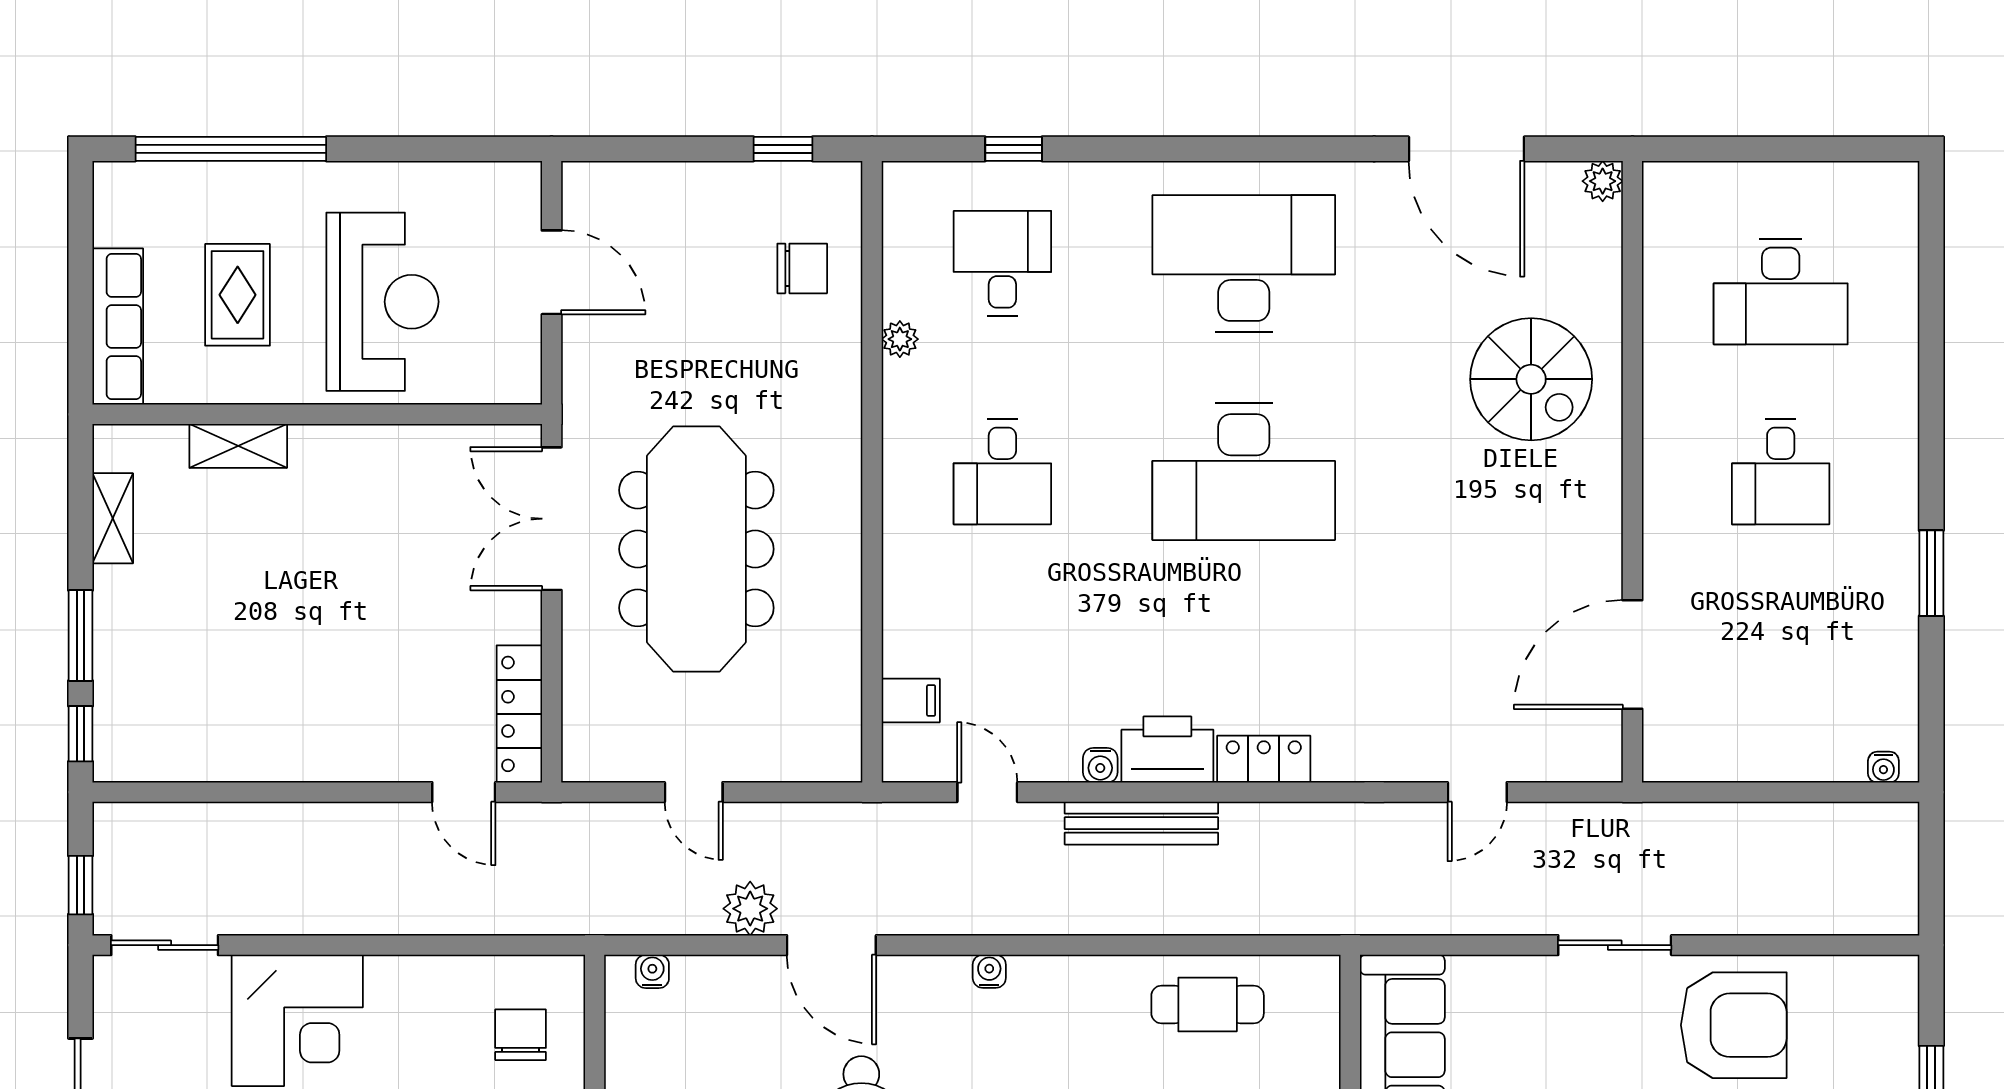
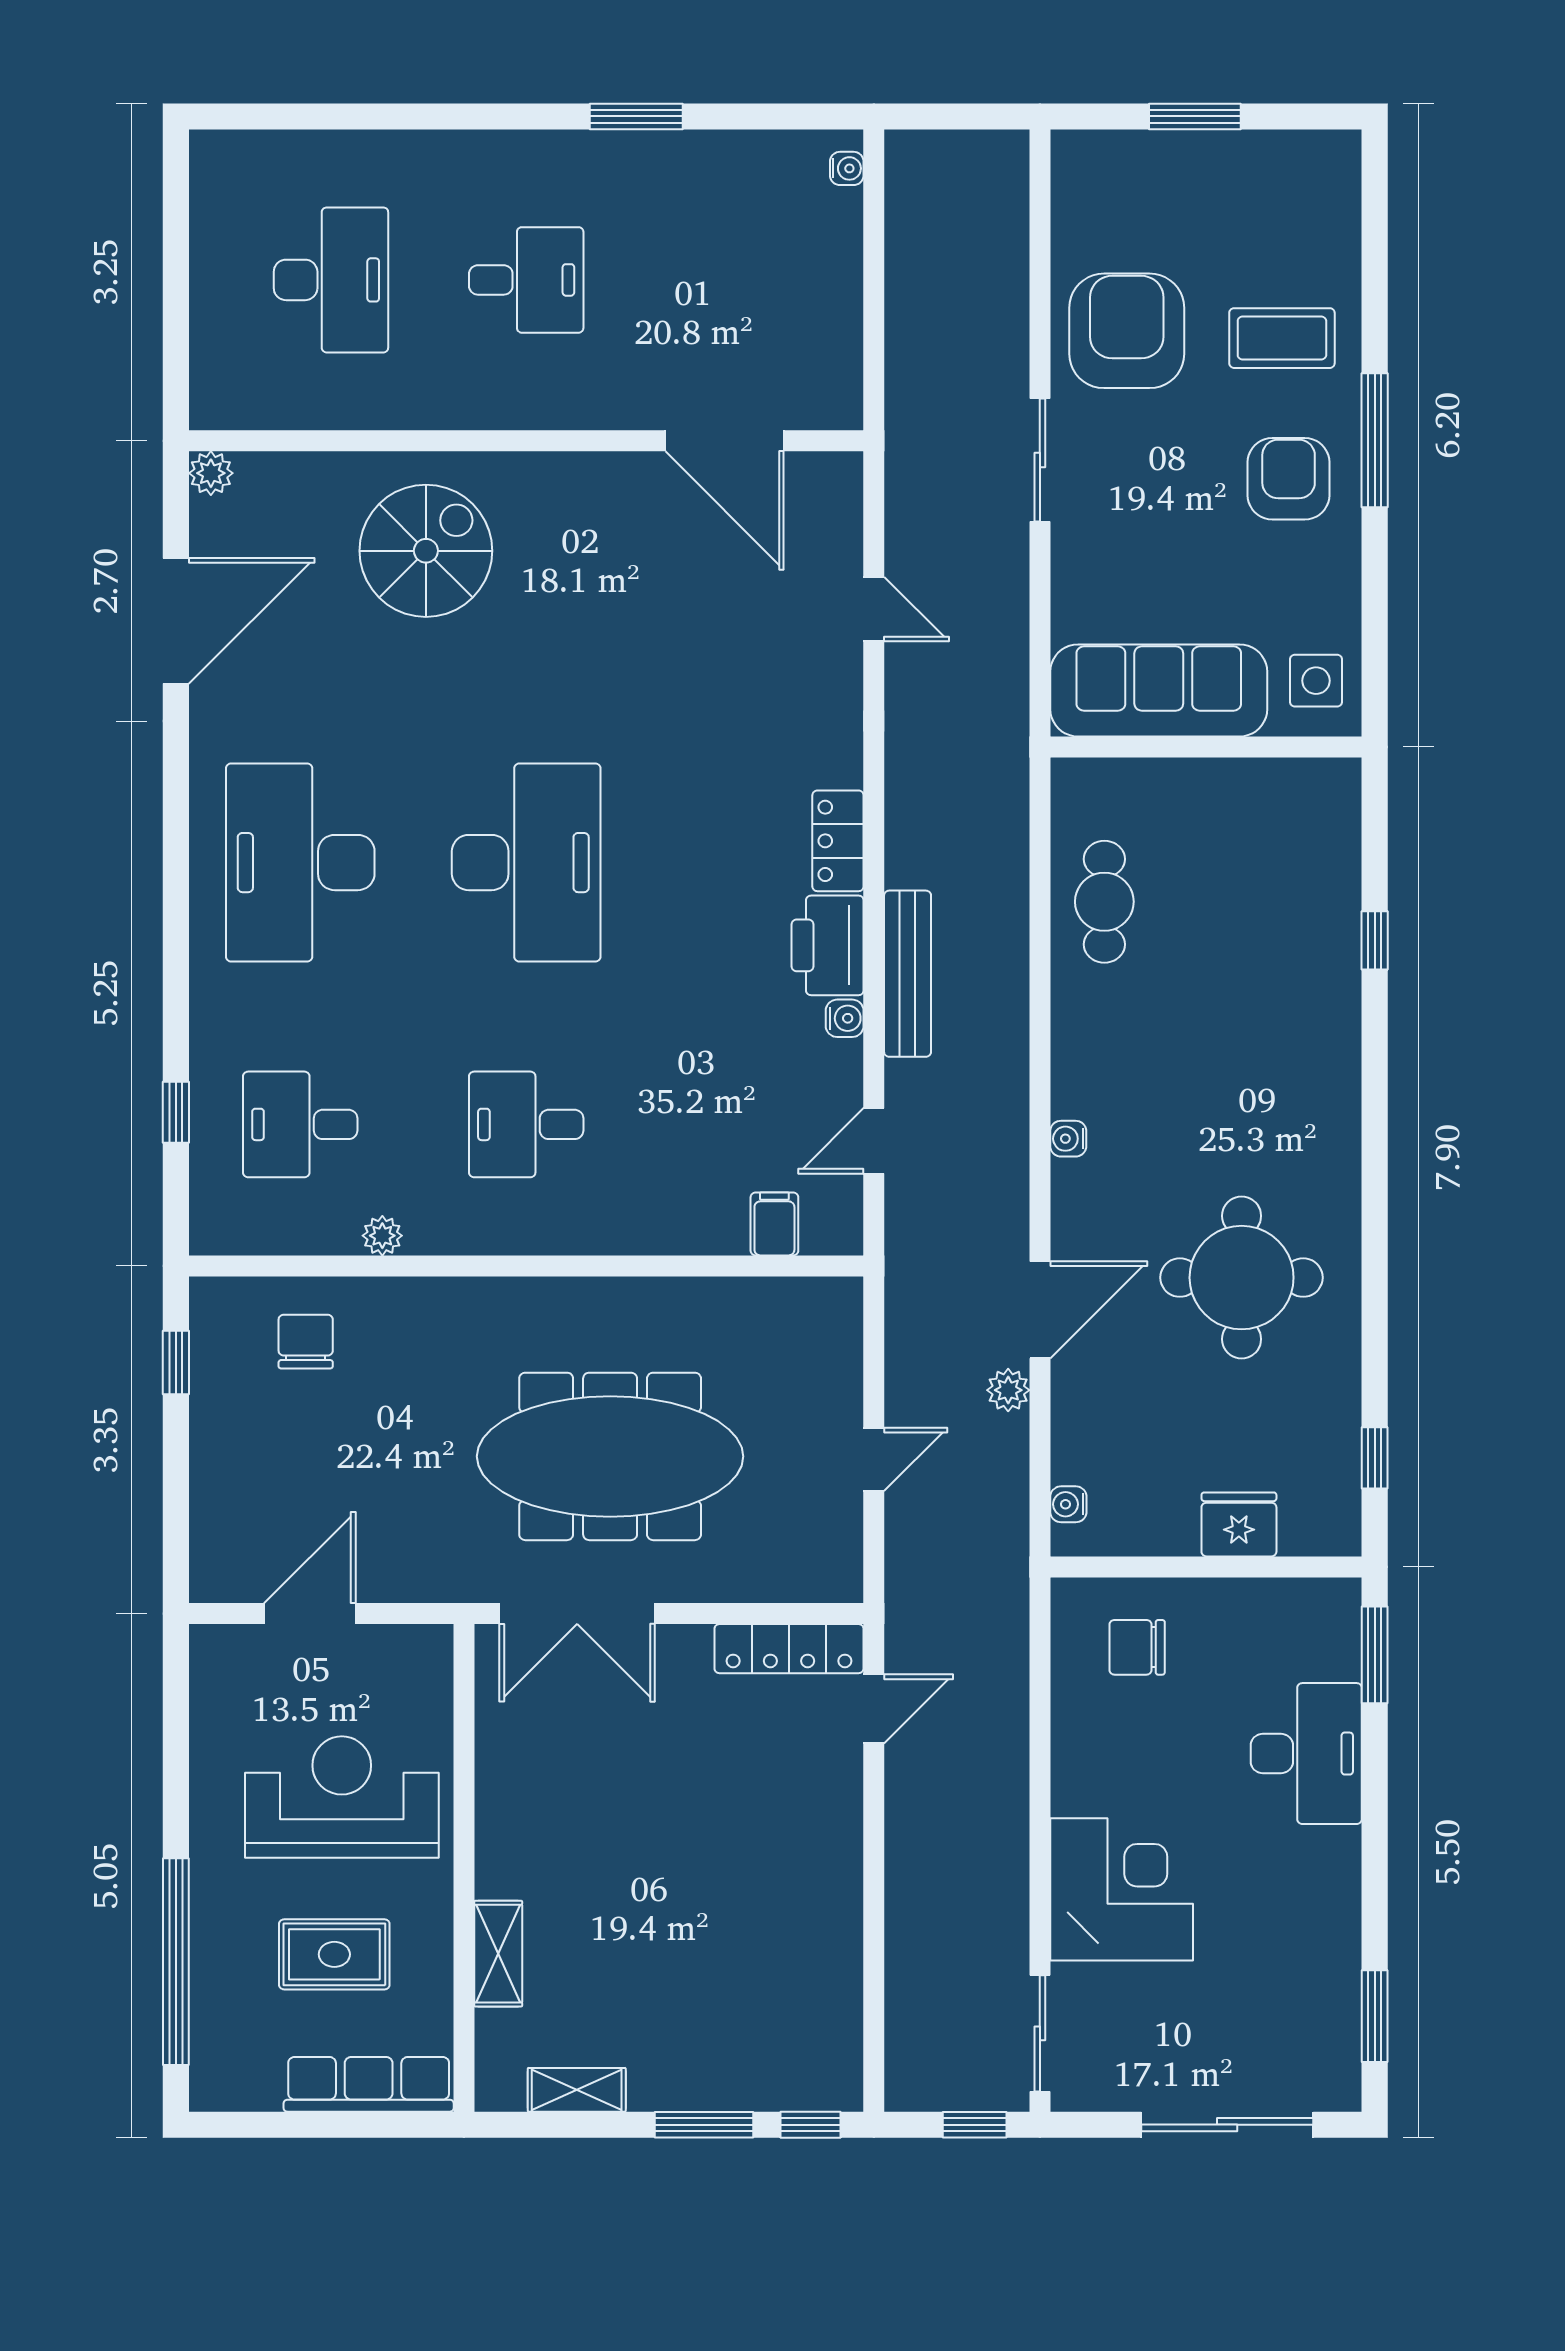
desk: (1002, 472) -> (526, 1124), turned 180
plant: (750, 909) -> (1008, 1390), width x0.73, depth x0.73

